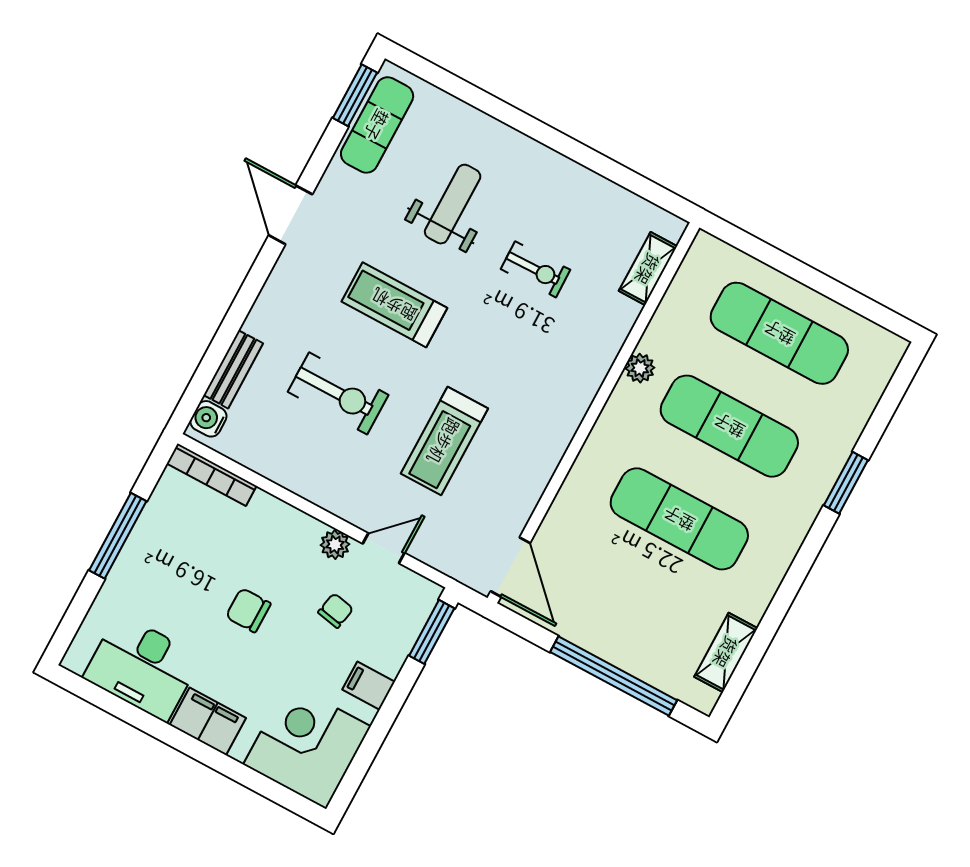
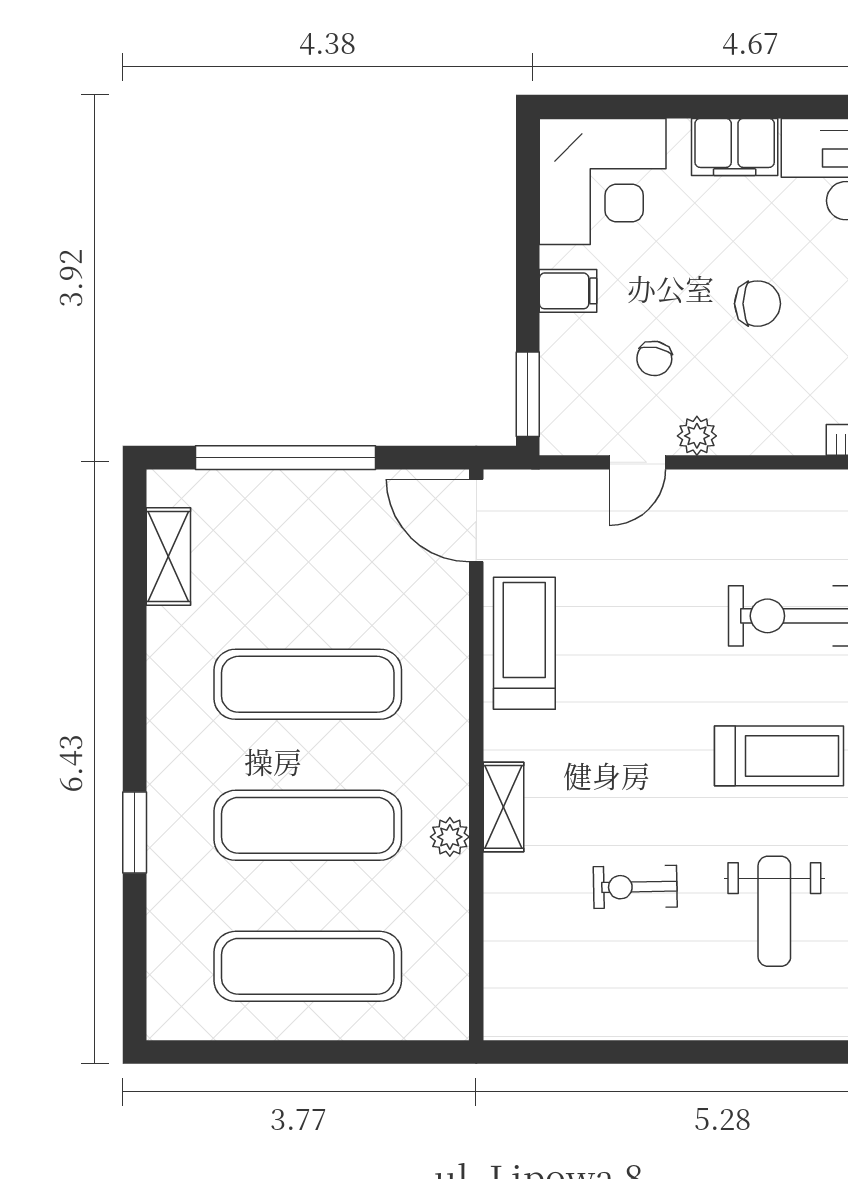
shelving: (648, 269) -> (503, 807), moved
treadmill: (444, 441) -> (524, 643), moved

